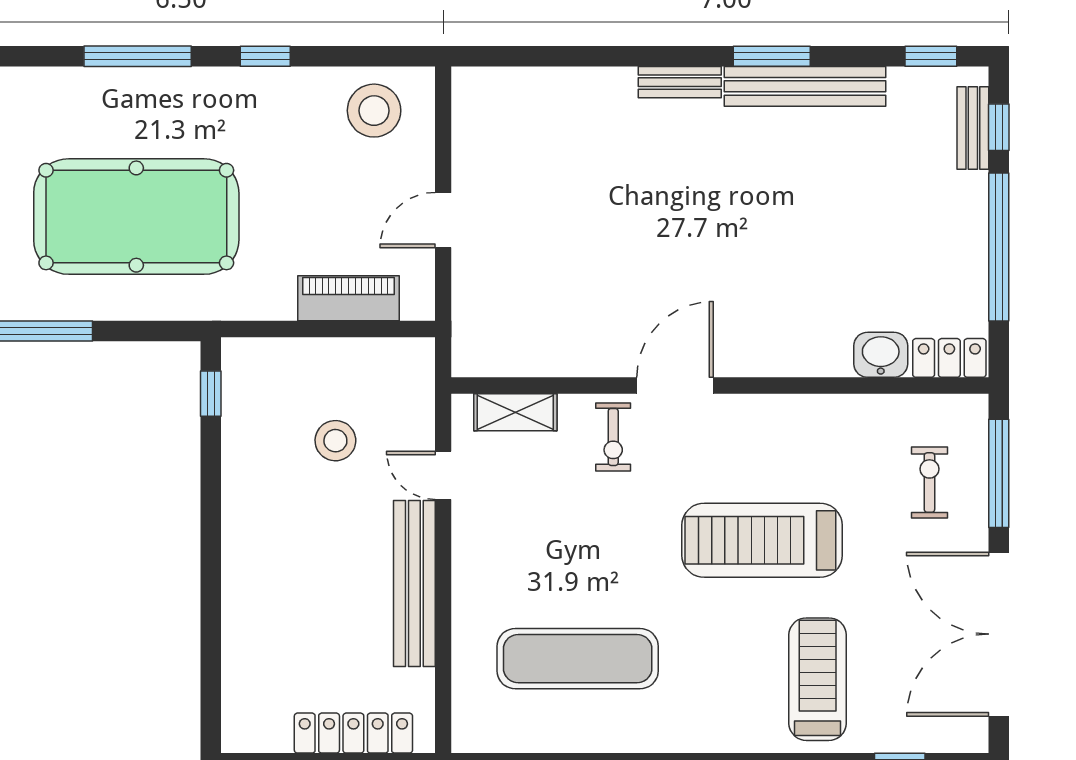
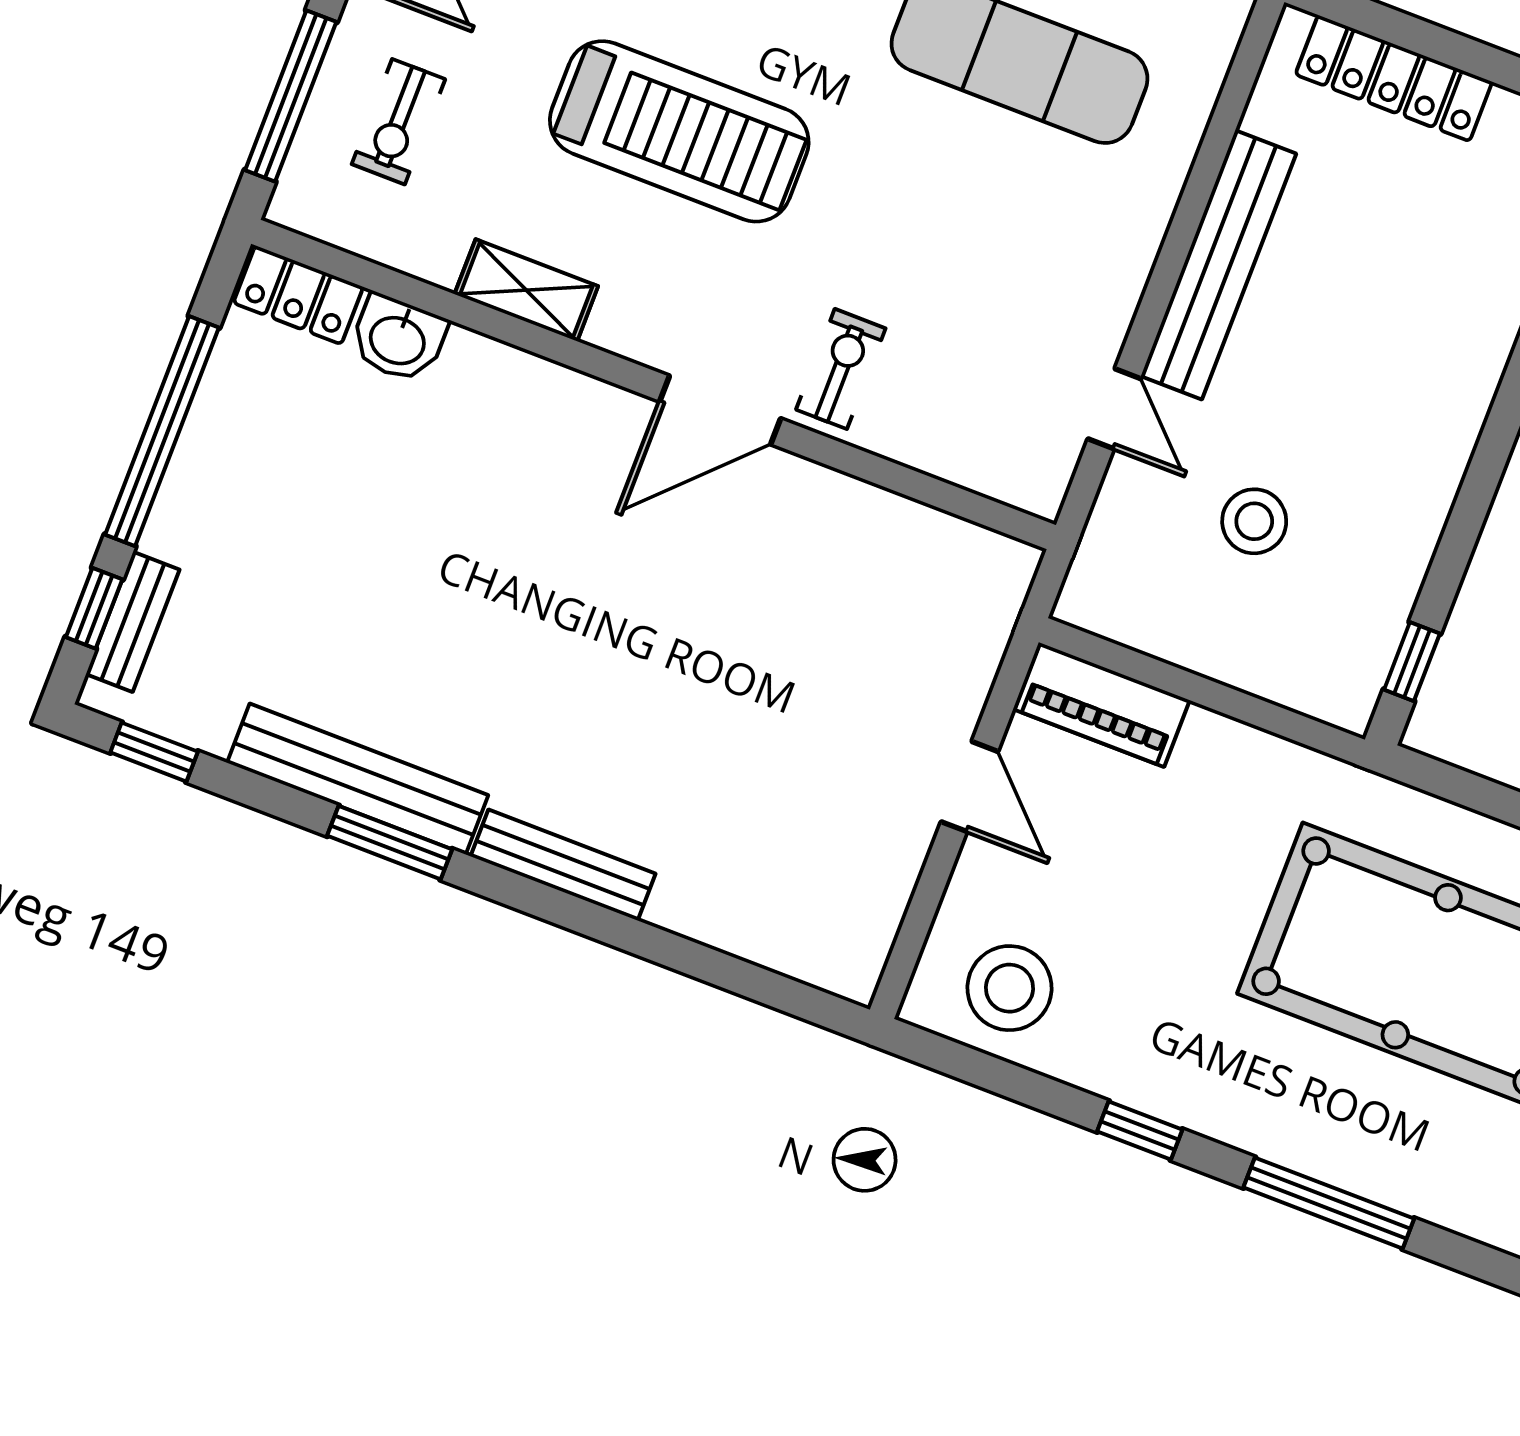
bench: (680, 82) -> (563, 865), width x1.36
door: (443, 220) -> (969, 787), hinge flipped
piano: (348, 298) -> (1102, 705), moved
shelving: (515, 412) -> (526, 290), moved

